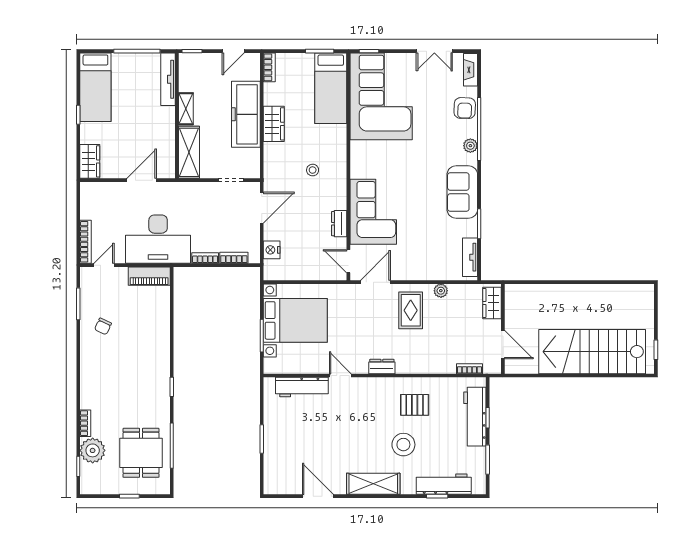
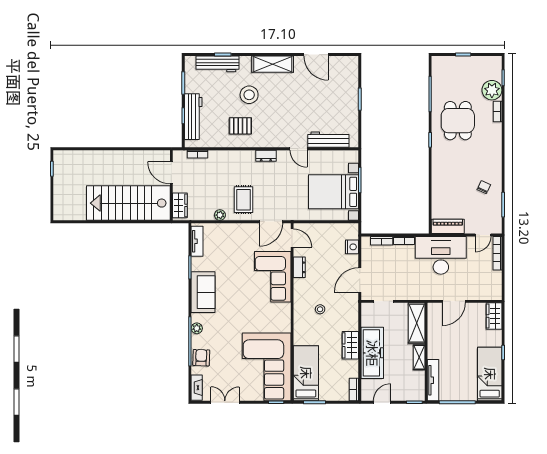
stairs: (592, 352) -> (128, 203), moved, turned 180
dining table: (141, 453) -> (458, 121), moved

